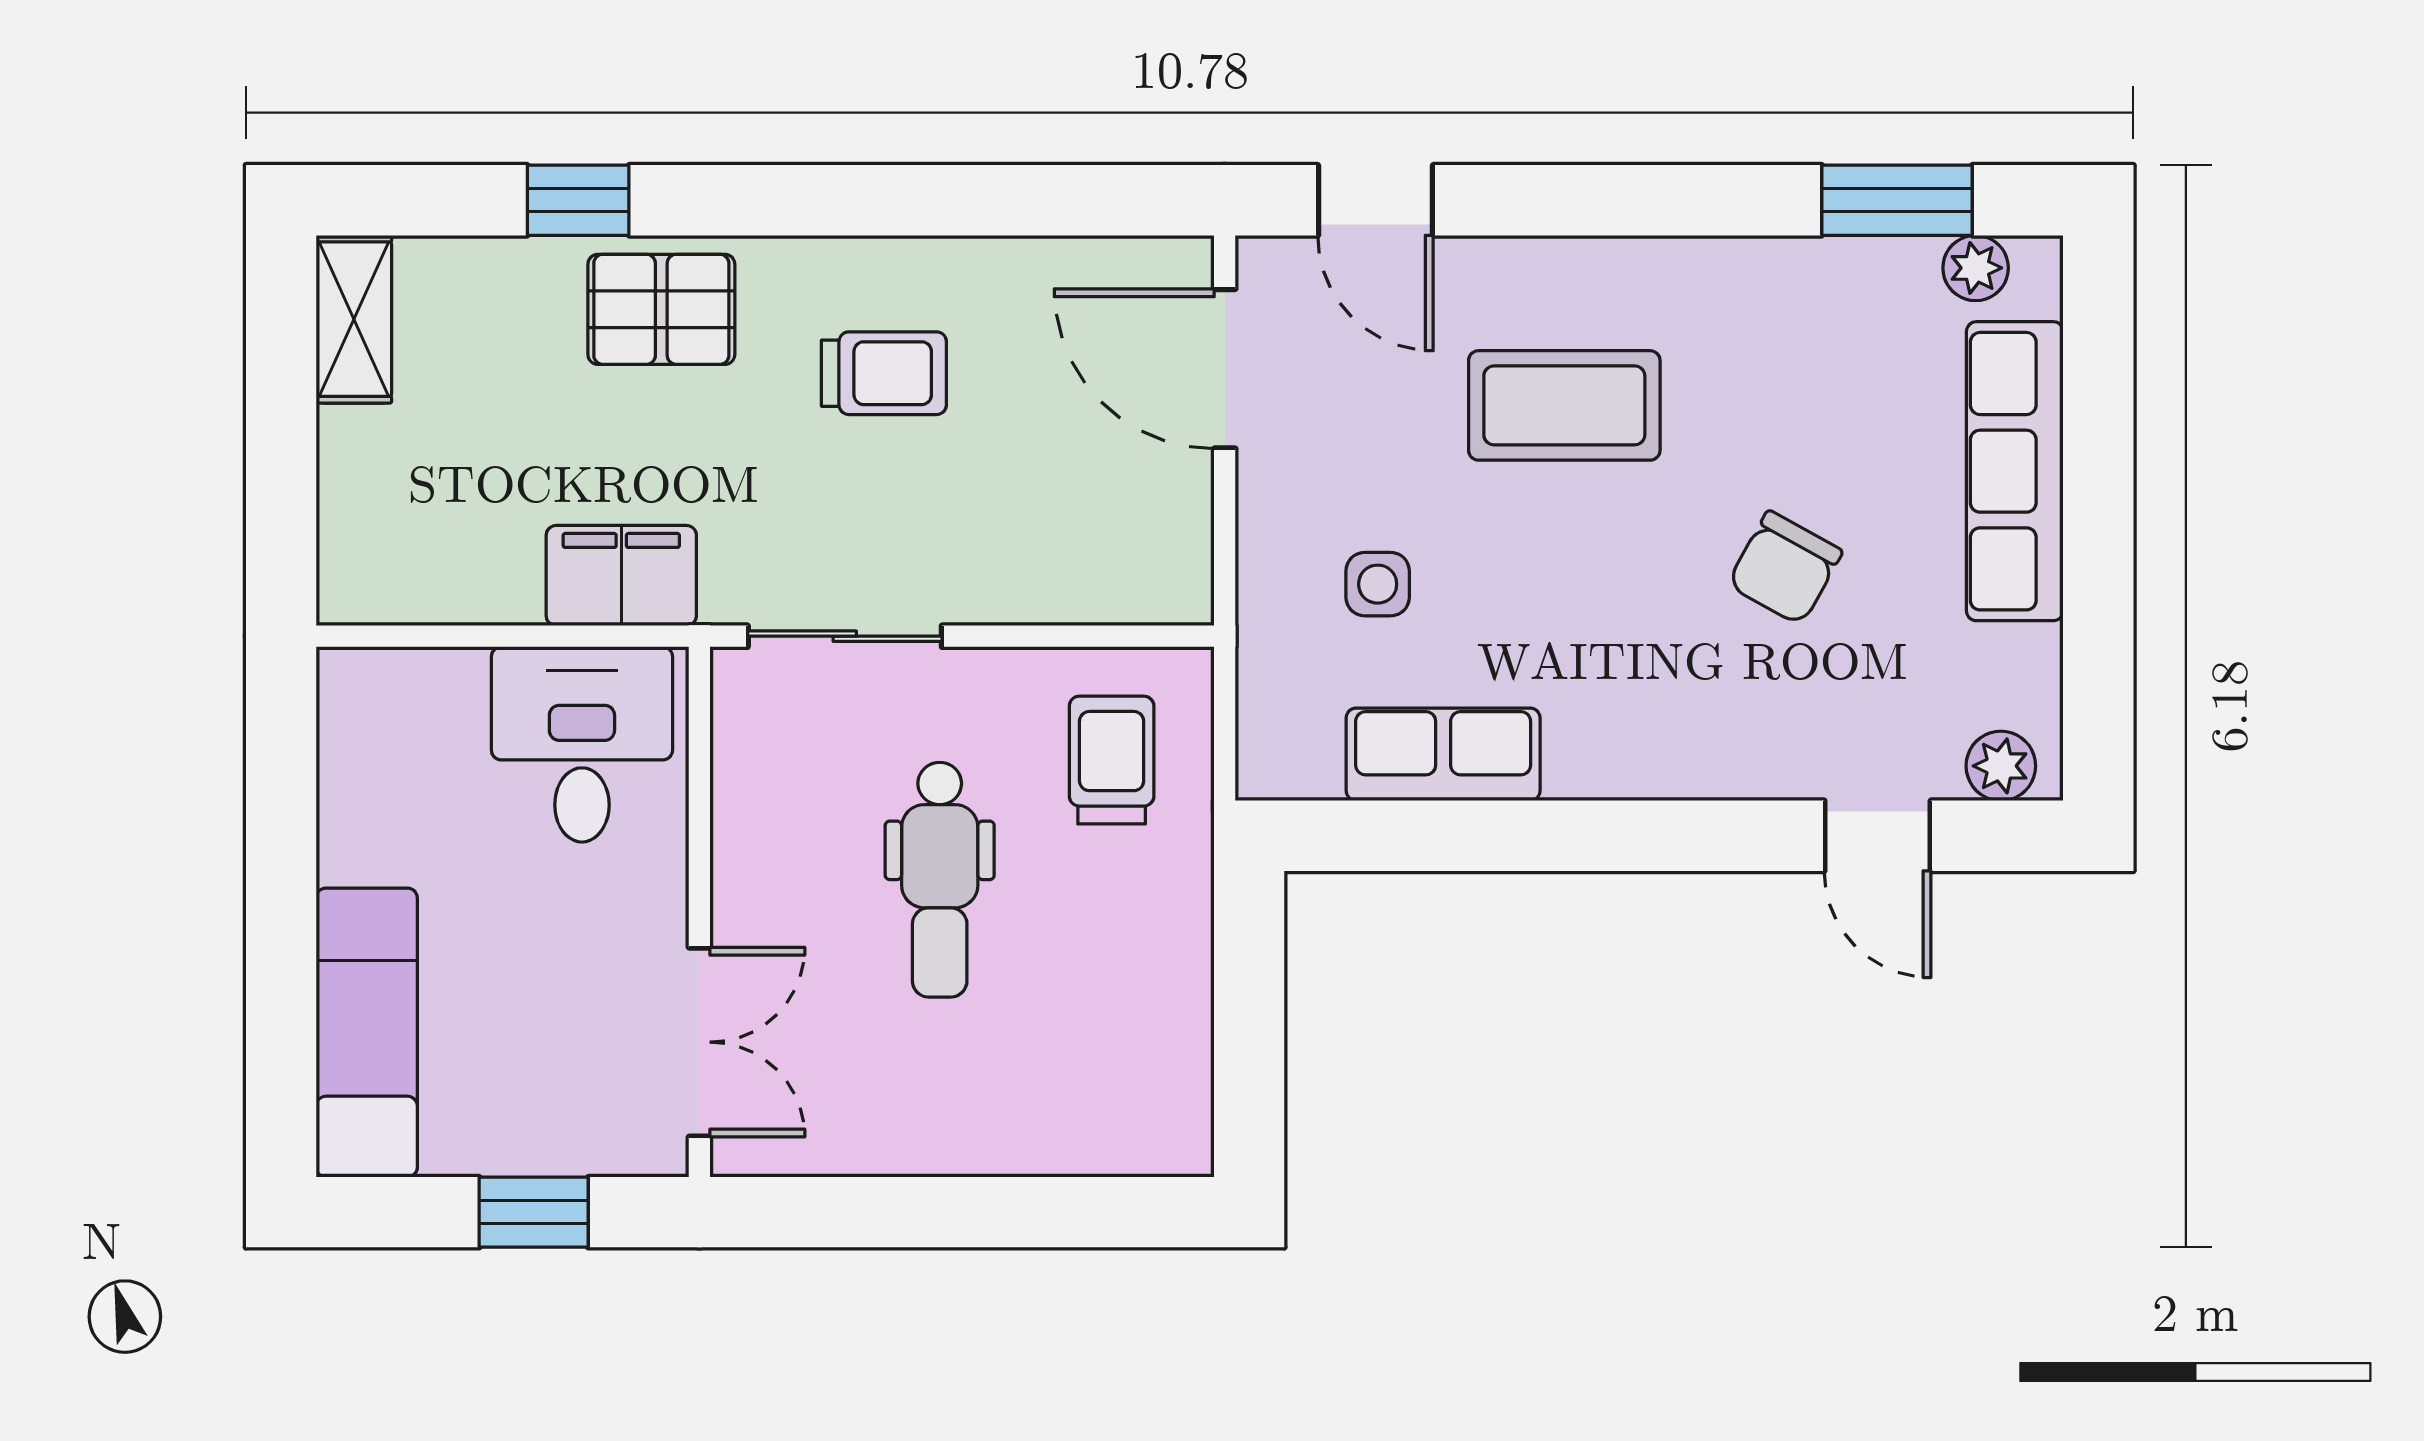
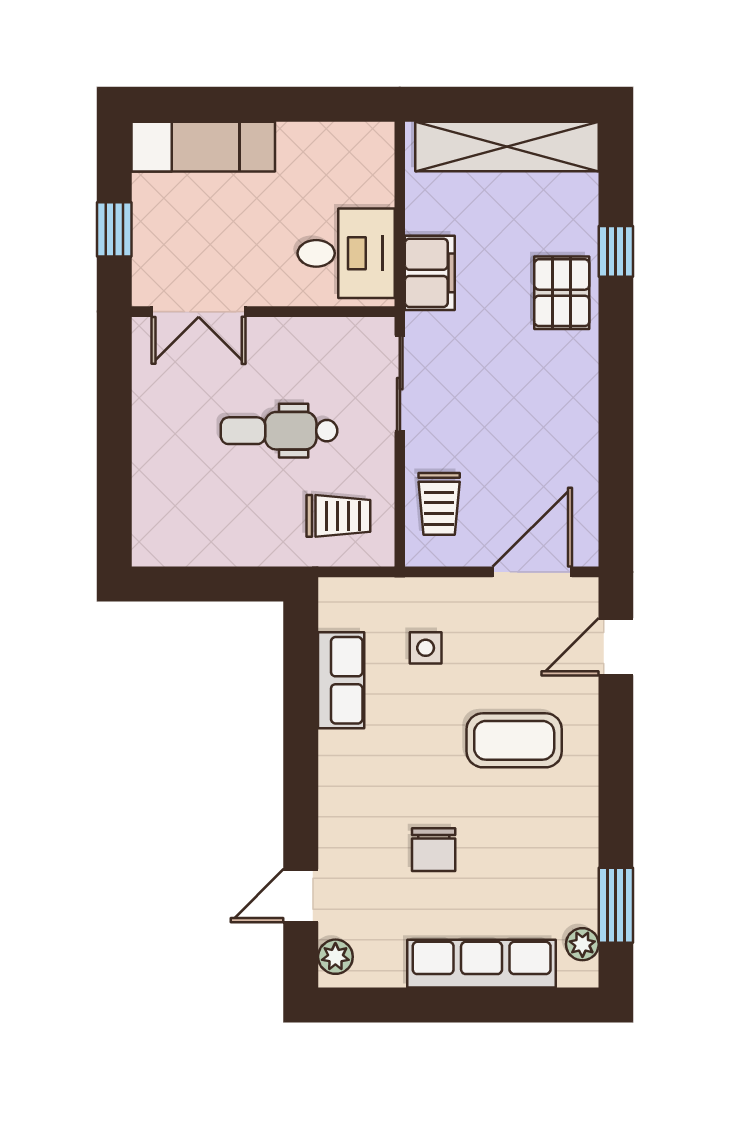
shelving: (354, 319) -> (507, 146), width x2.20, depth x1.33
trolley: (884, 373) -> (439, 504), moved
coffee table: (1564, 405) -> (514, 740), turned 90
chair: (1785, 568) -> (434, 850), turned -119

